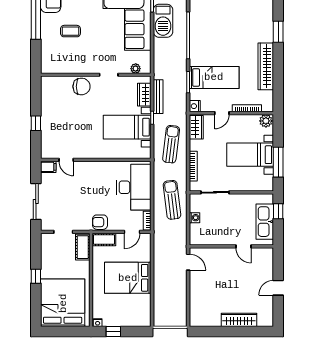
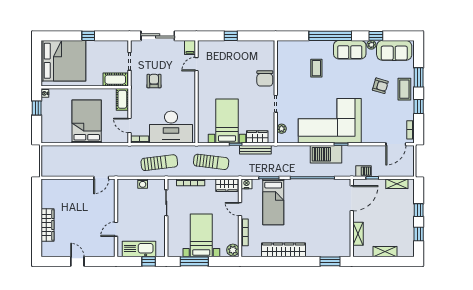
window: (278, 32) -> (330, 261), moved
armchair: (100, 222) -> (154, 81), moved

